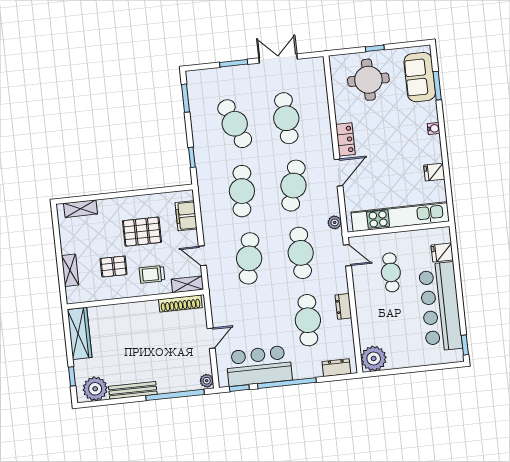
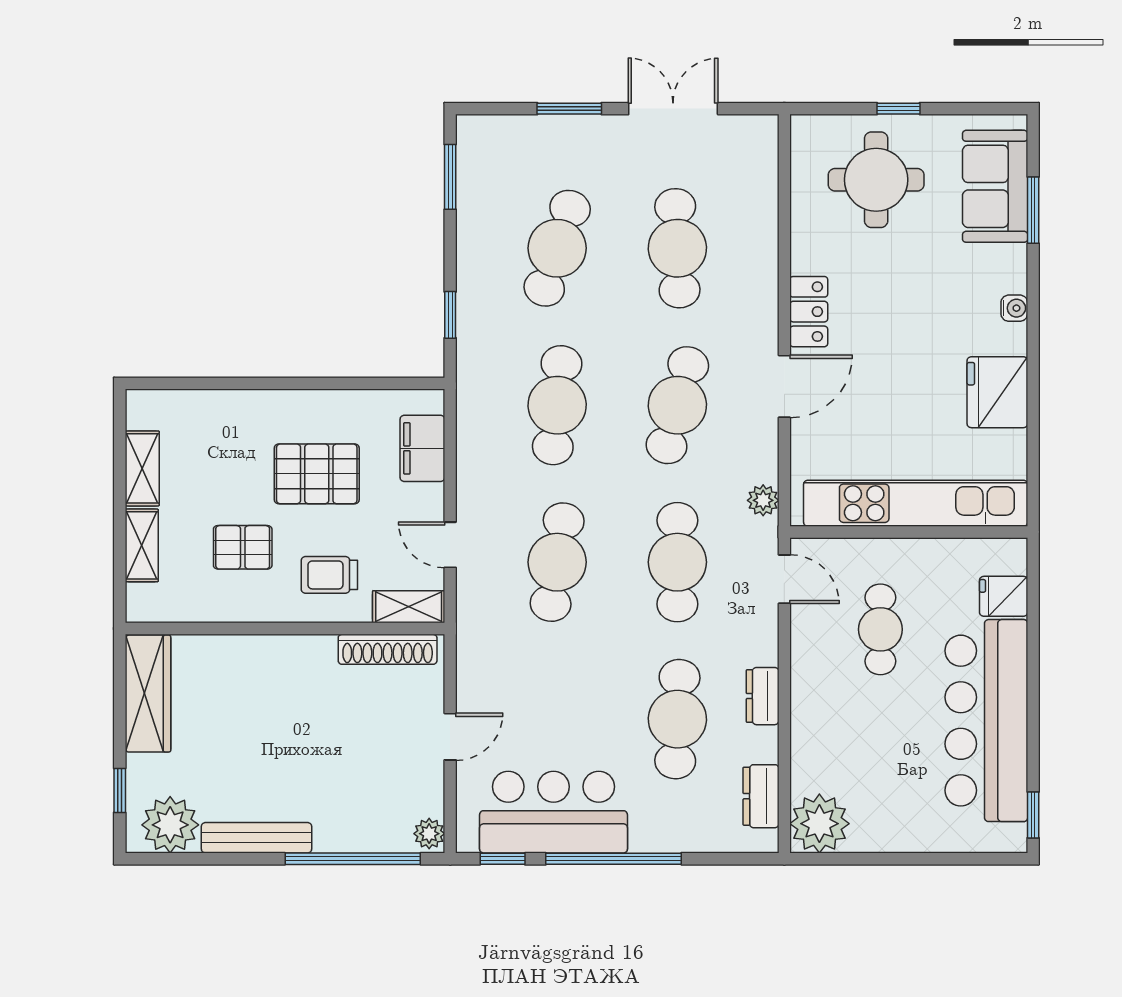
cafe table: (235, 124) -> (557, 248), turned 39
fridge: (434, 172) -> (997, 392), width x1.88, depth x1.34
shelving: (81, 209) -> (142, 468), moved, turned 90
dresser: (336, 368) -> (761, 796), moved, turned -90

